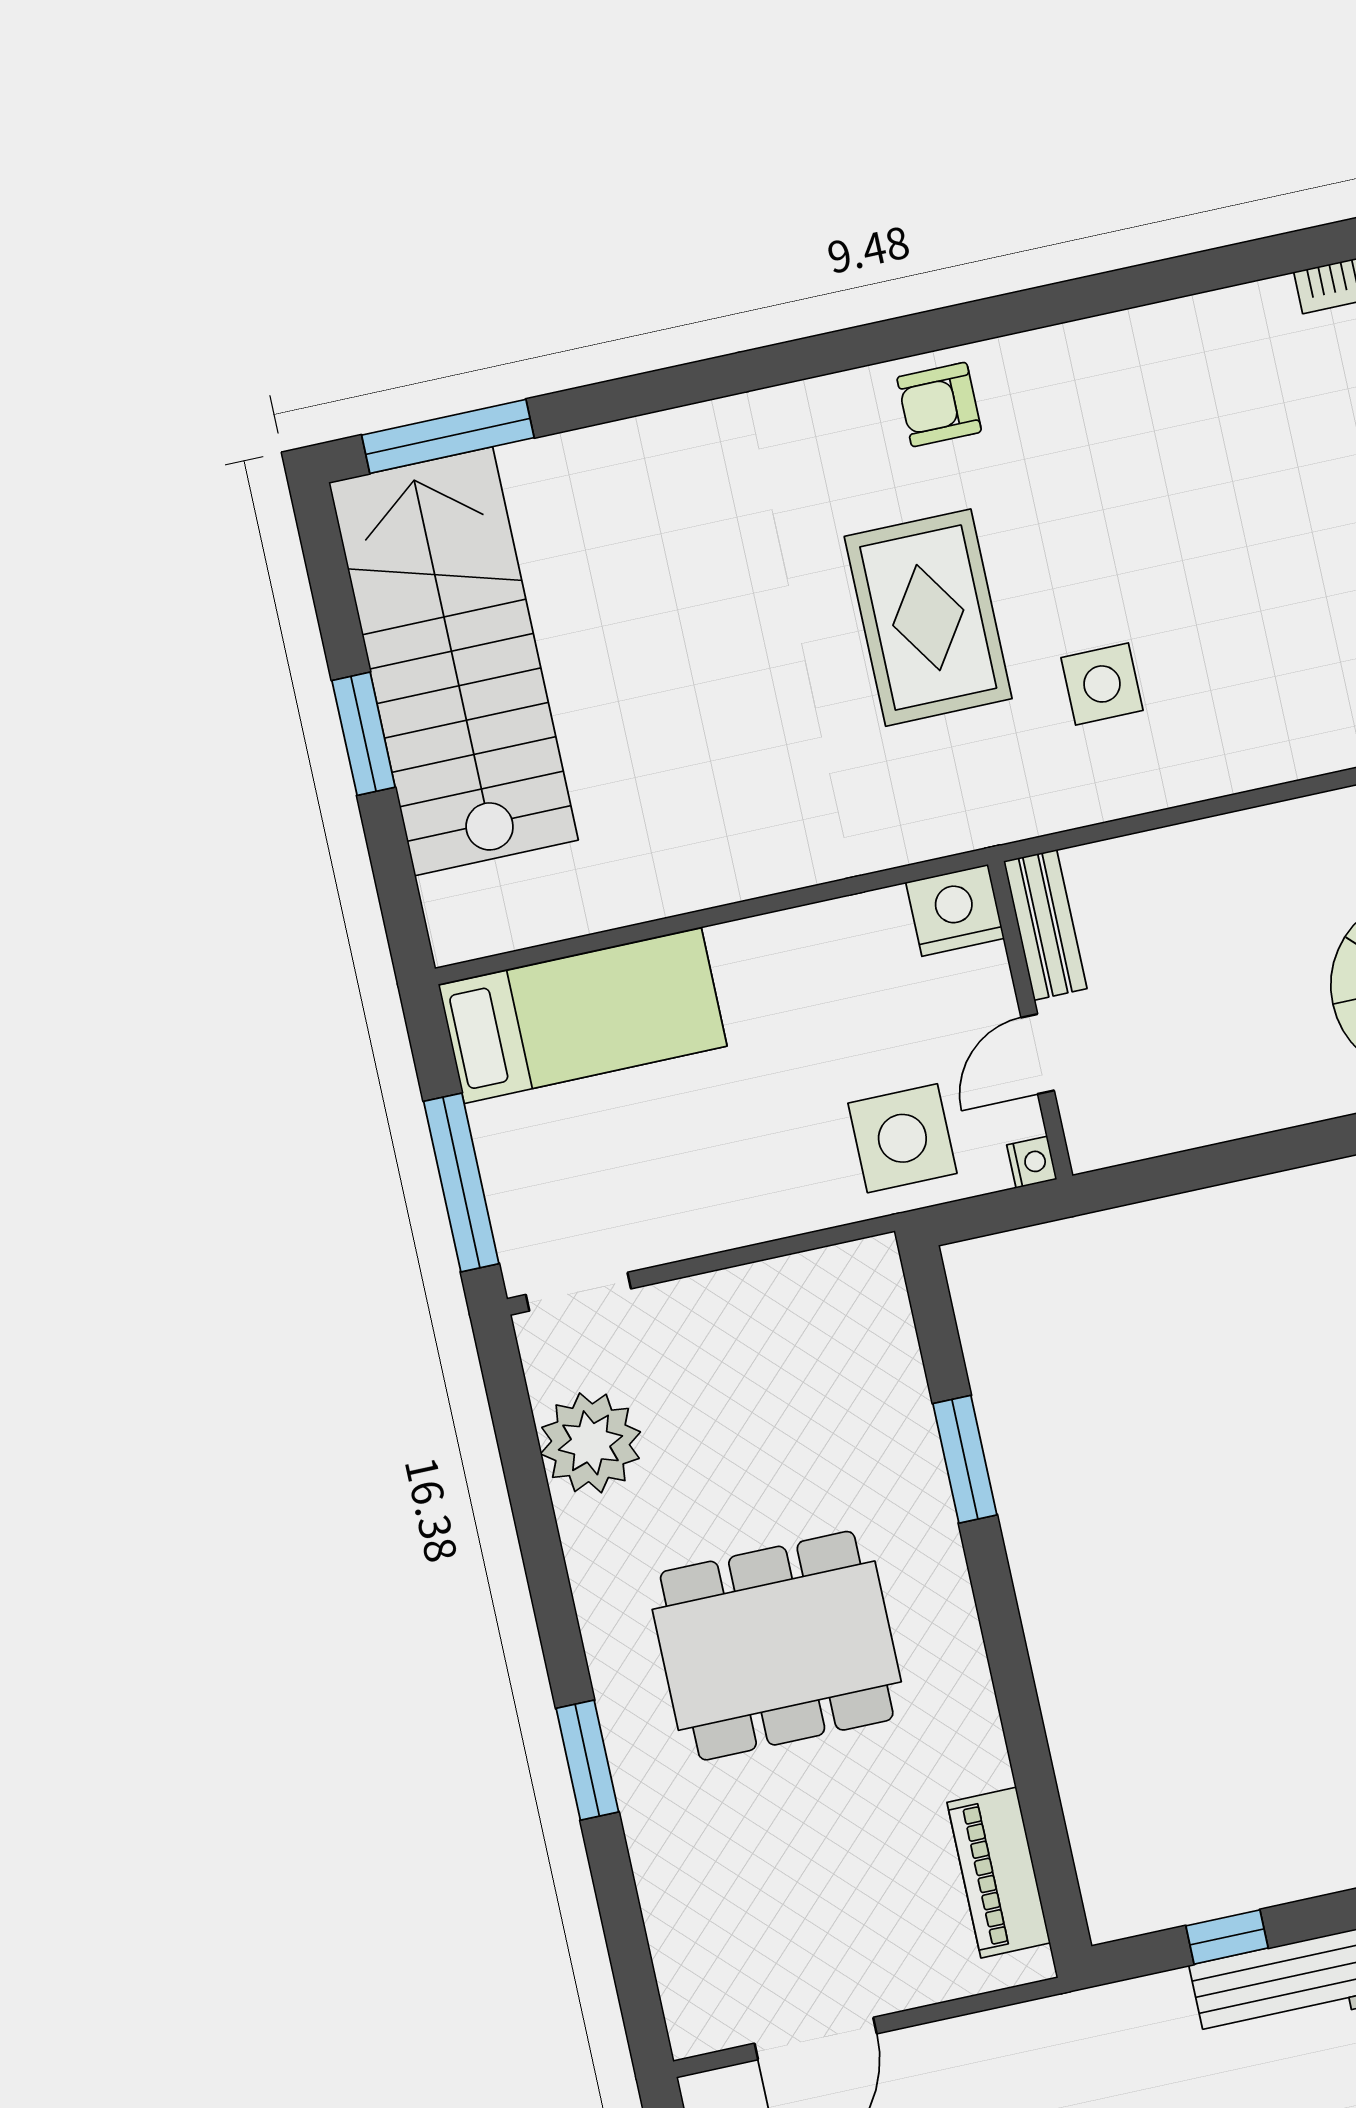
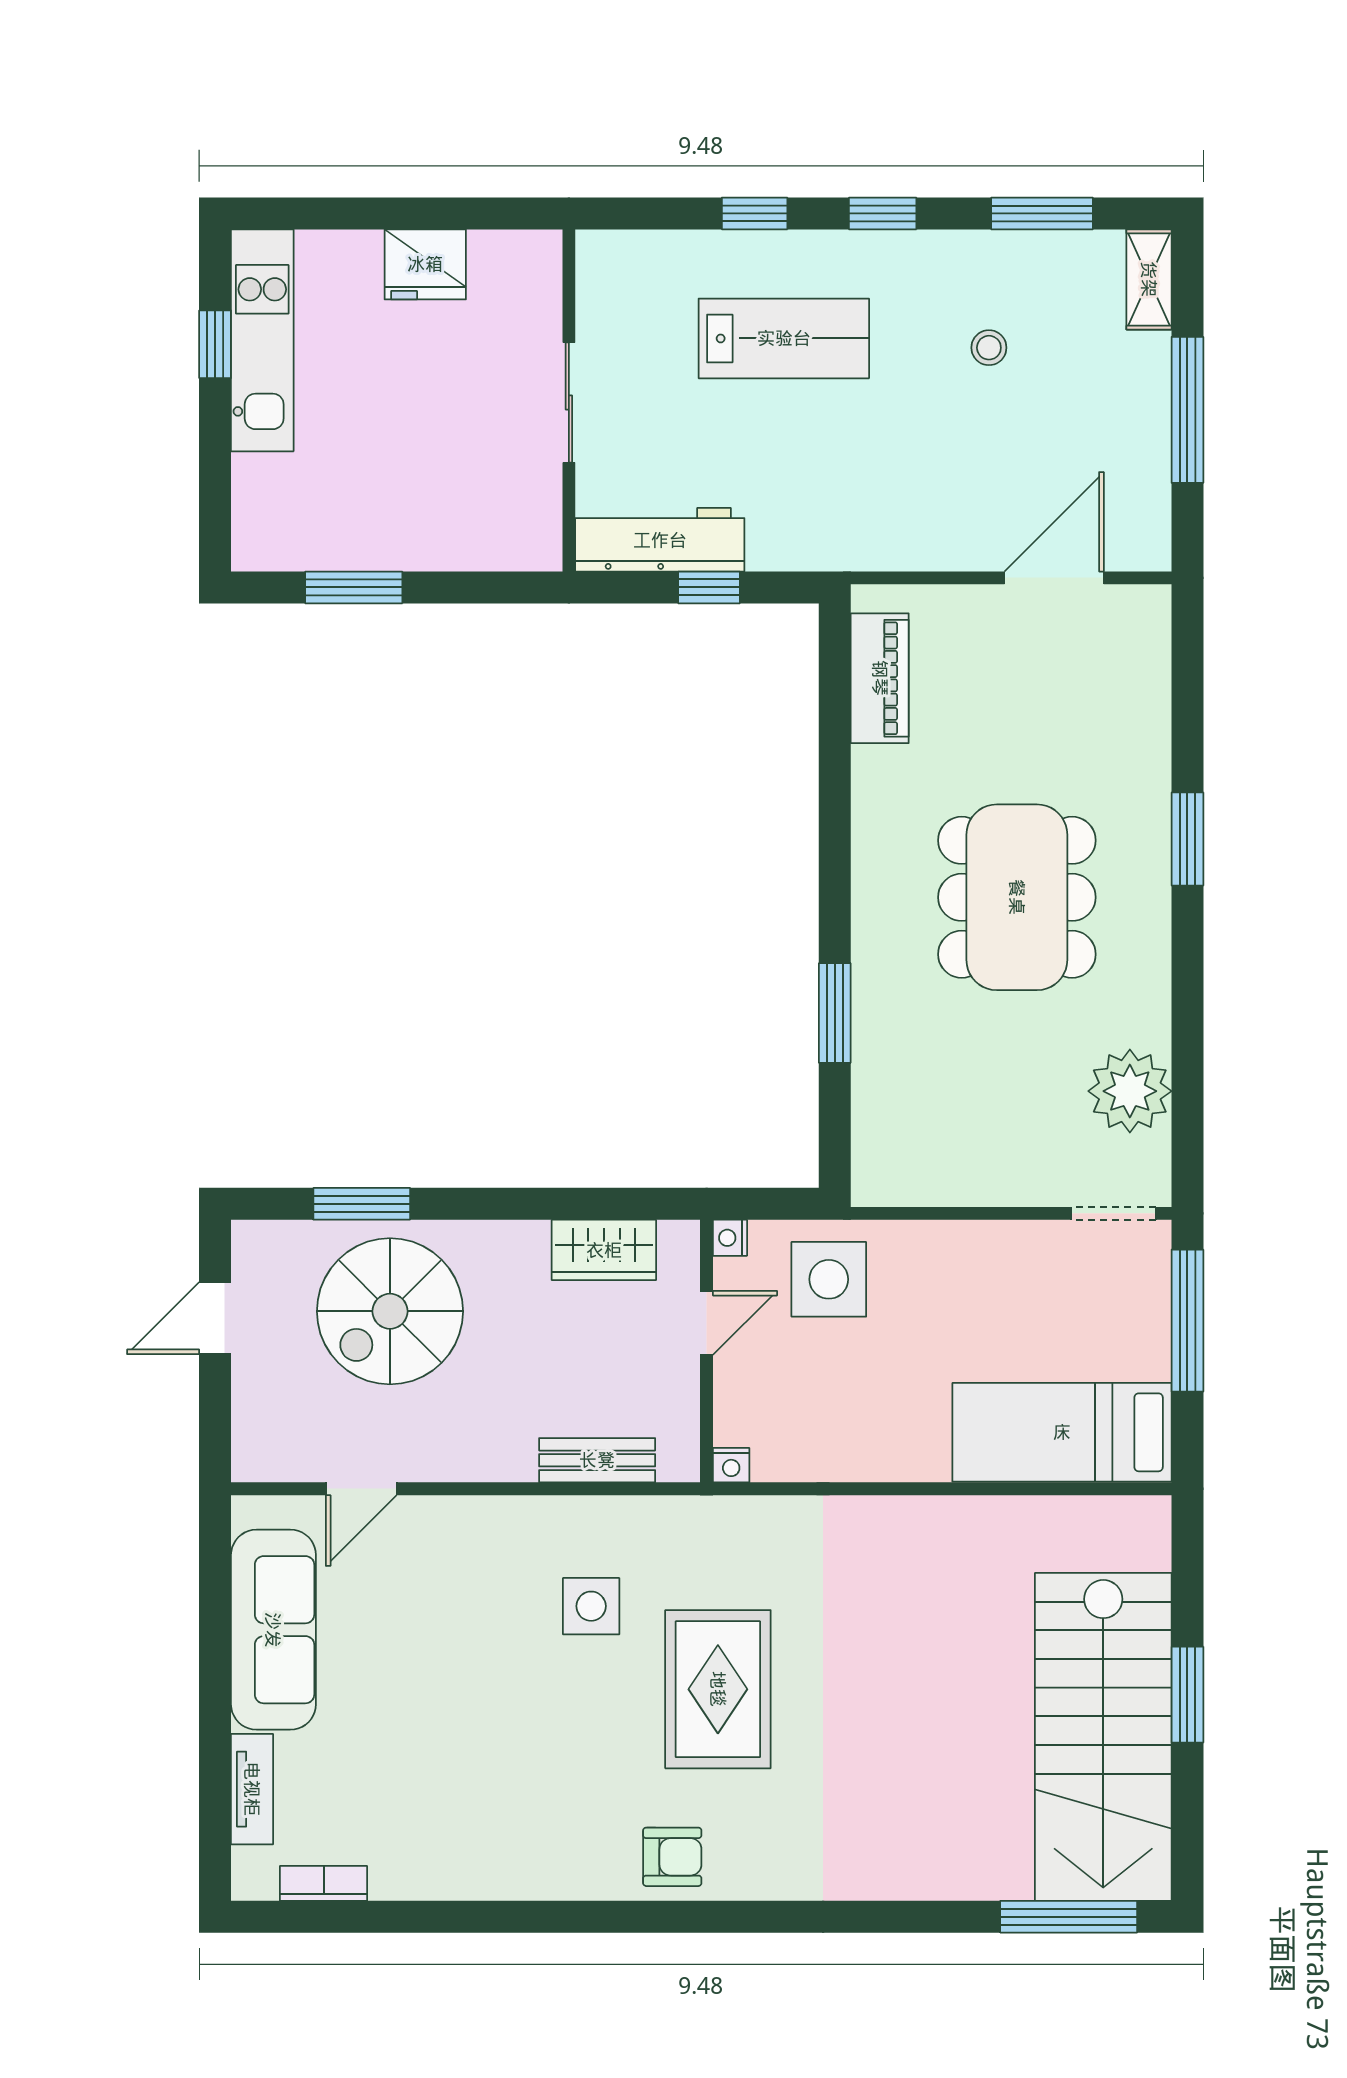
nightstand: (955, 910) -> (731, 1465), width x0.53, depth x0.56
bench: (1045, 925) -> (597, 1460), moved, turned 90
wardrobe: (1180, 1115) -> (604, 1250), added
dining table: (777, 1646) -> (1017, 897), turned 90

